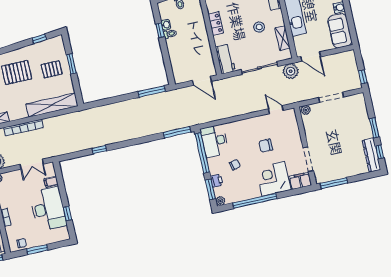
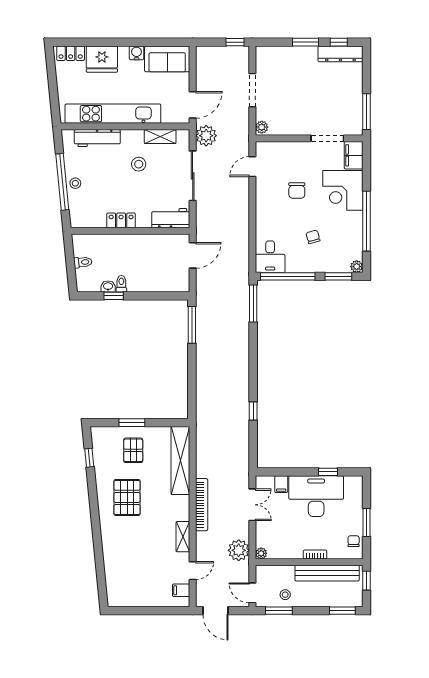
desk: (214, 141) -> (270, 257), width x0.73
printer: (217, 181) -> (329, 266), removed

